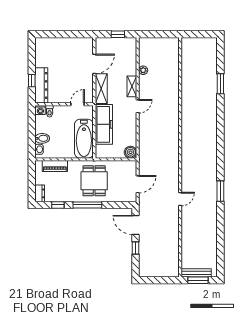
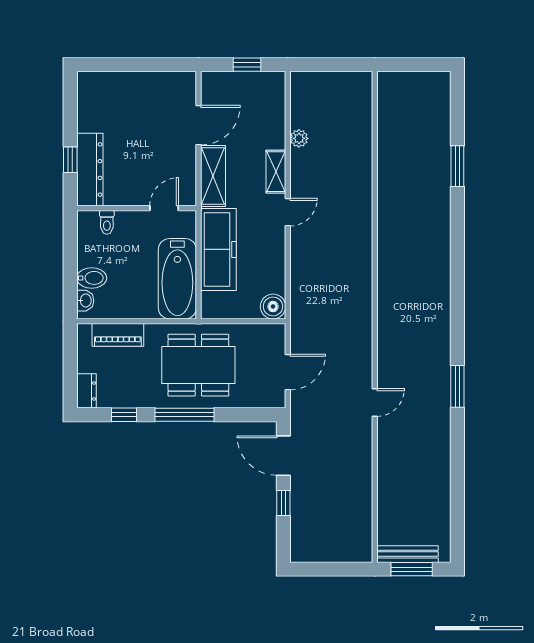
washing machine: (40, 110) -> (88, 220), removed
dining table: (94, 181) -> (198, 365), width x1.37

